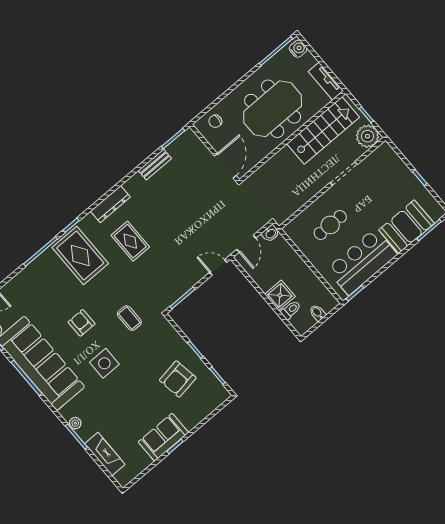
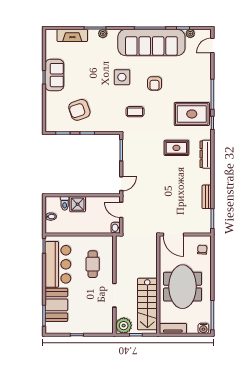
armchair: (82, 323) -> (155, 83), turned 90
armchair: (178, 379) -> (79, 110), turned -100

